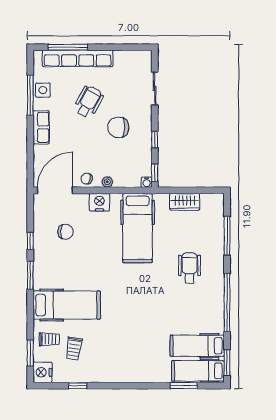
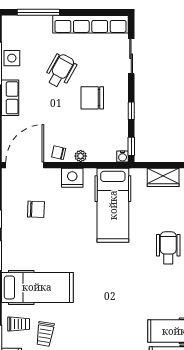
row of seats: (78, 58) -> (90, 24), moved

